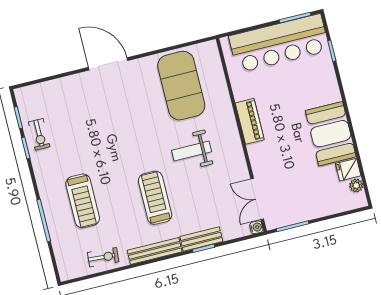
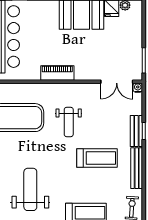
weight bench: (95, 124) -> (30, 189), added
treadmill: (155, 198) -> (97, 158), turned 180

